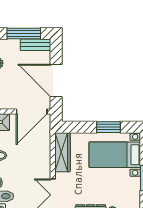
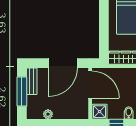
window: (109, 127) -> (104, 17), removed

